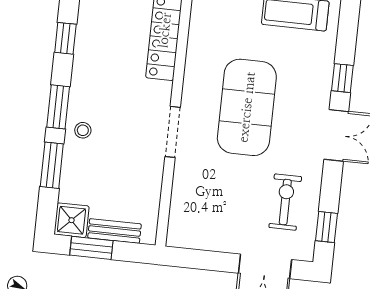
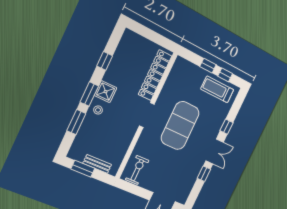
doorway: (173, 132) -> (147, 115), moved
exercise bike: (285, 202) -> (137, 170), moved
shower: (72, 220) -> (106, 92), moved
window: (326, 227) -> (204, 174), moved

